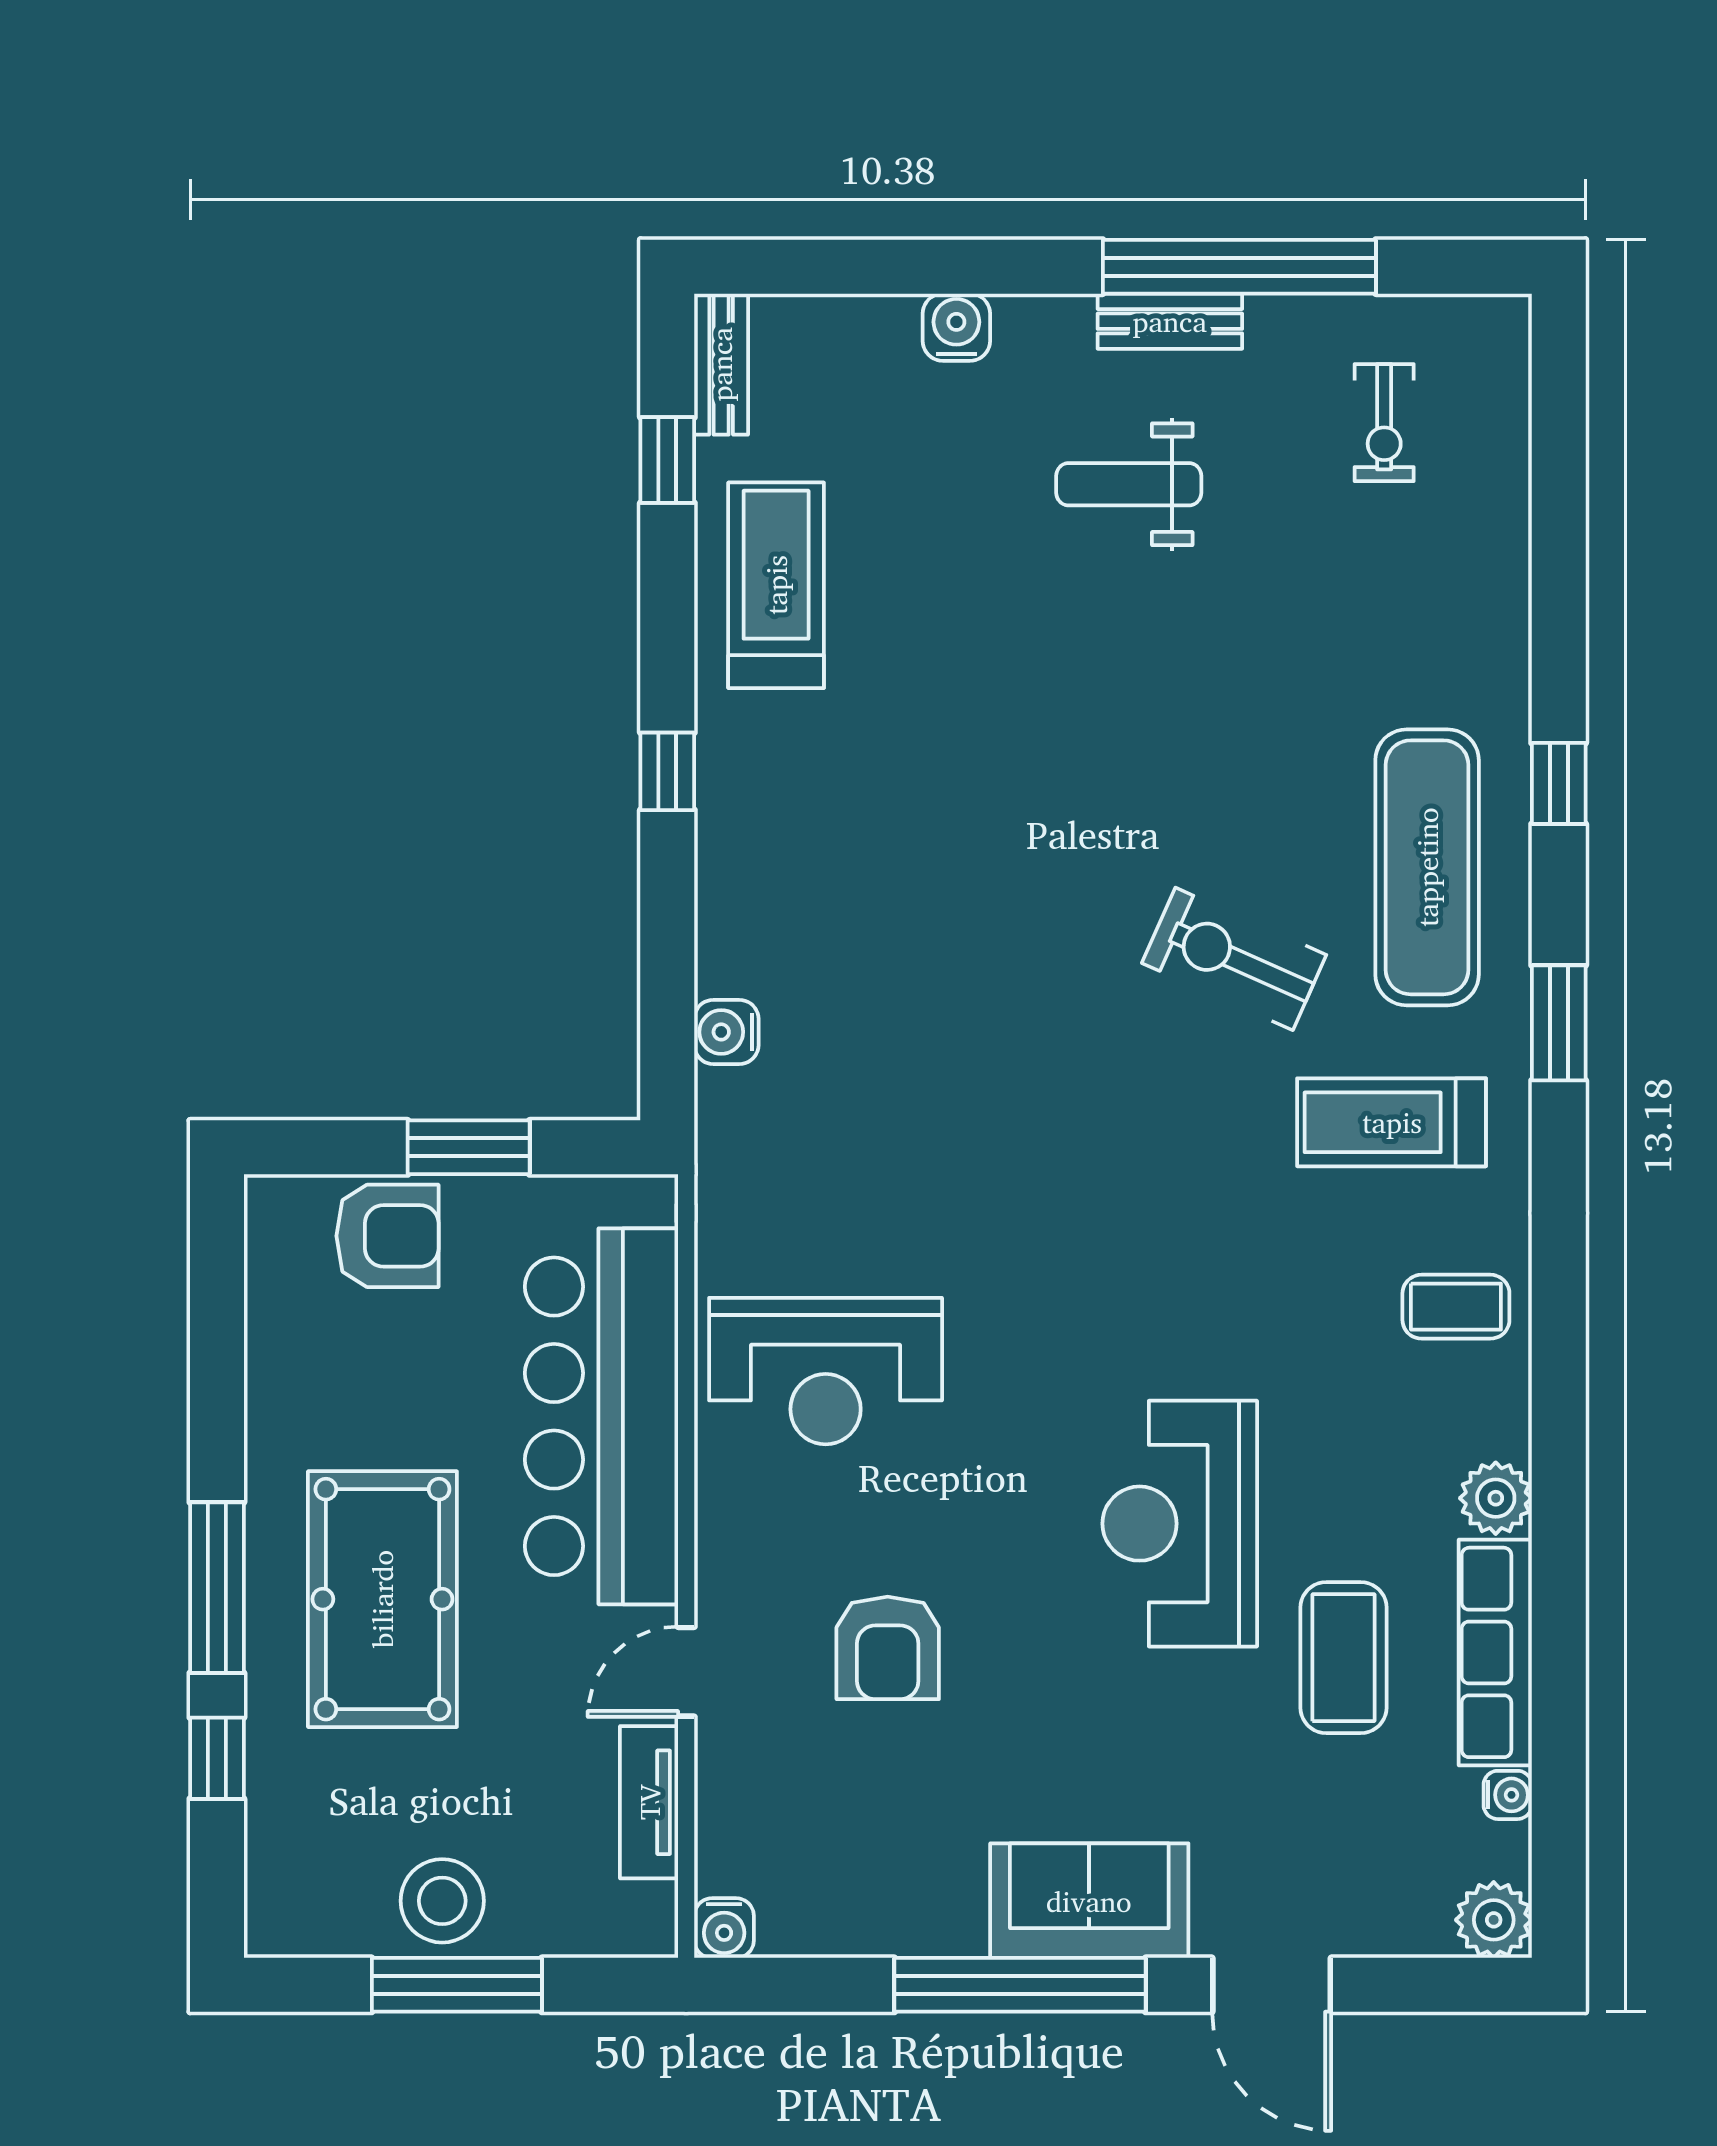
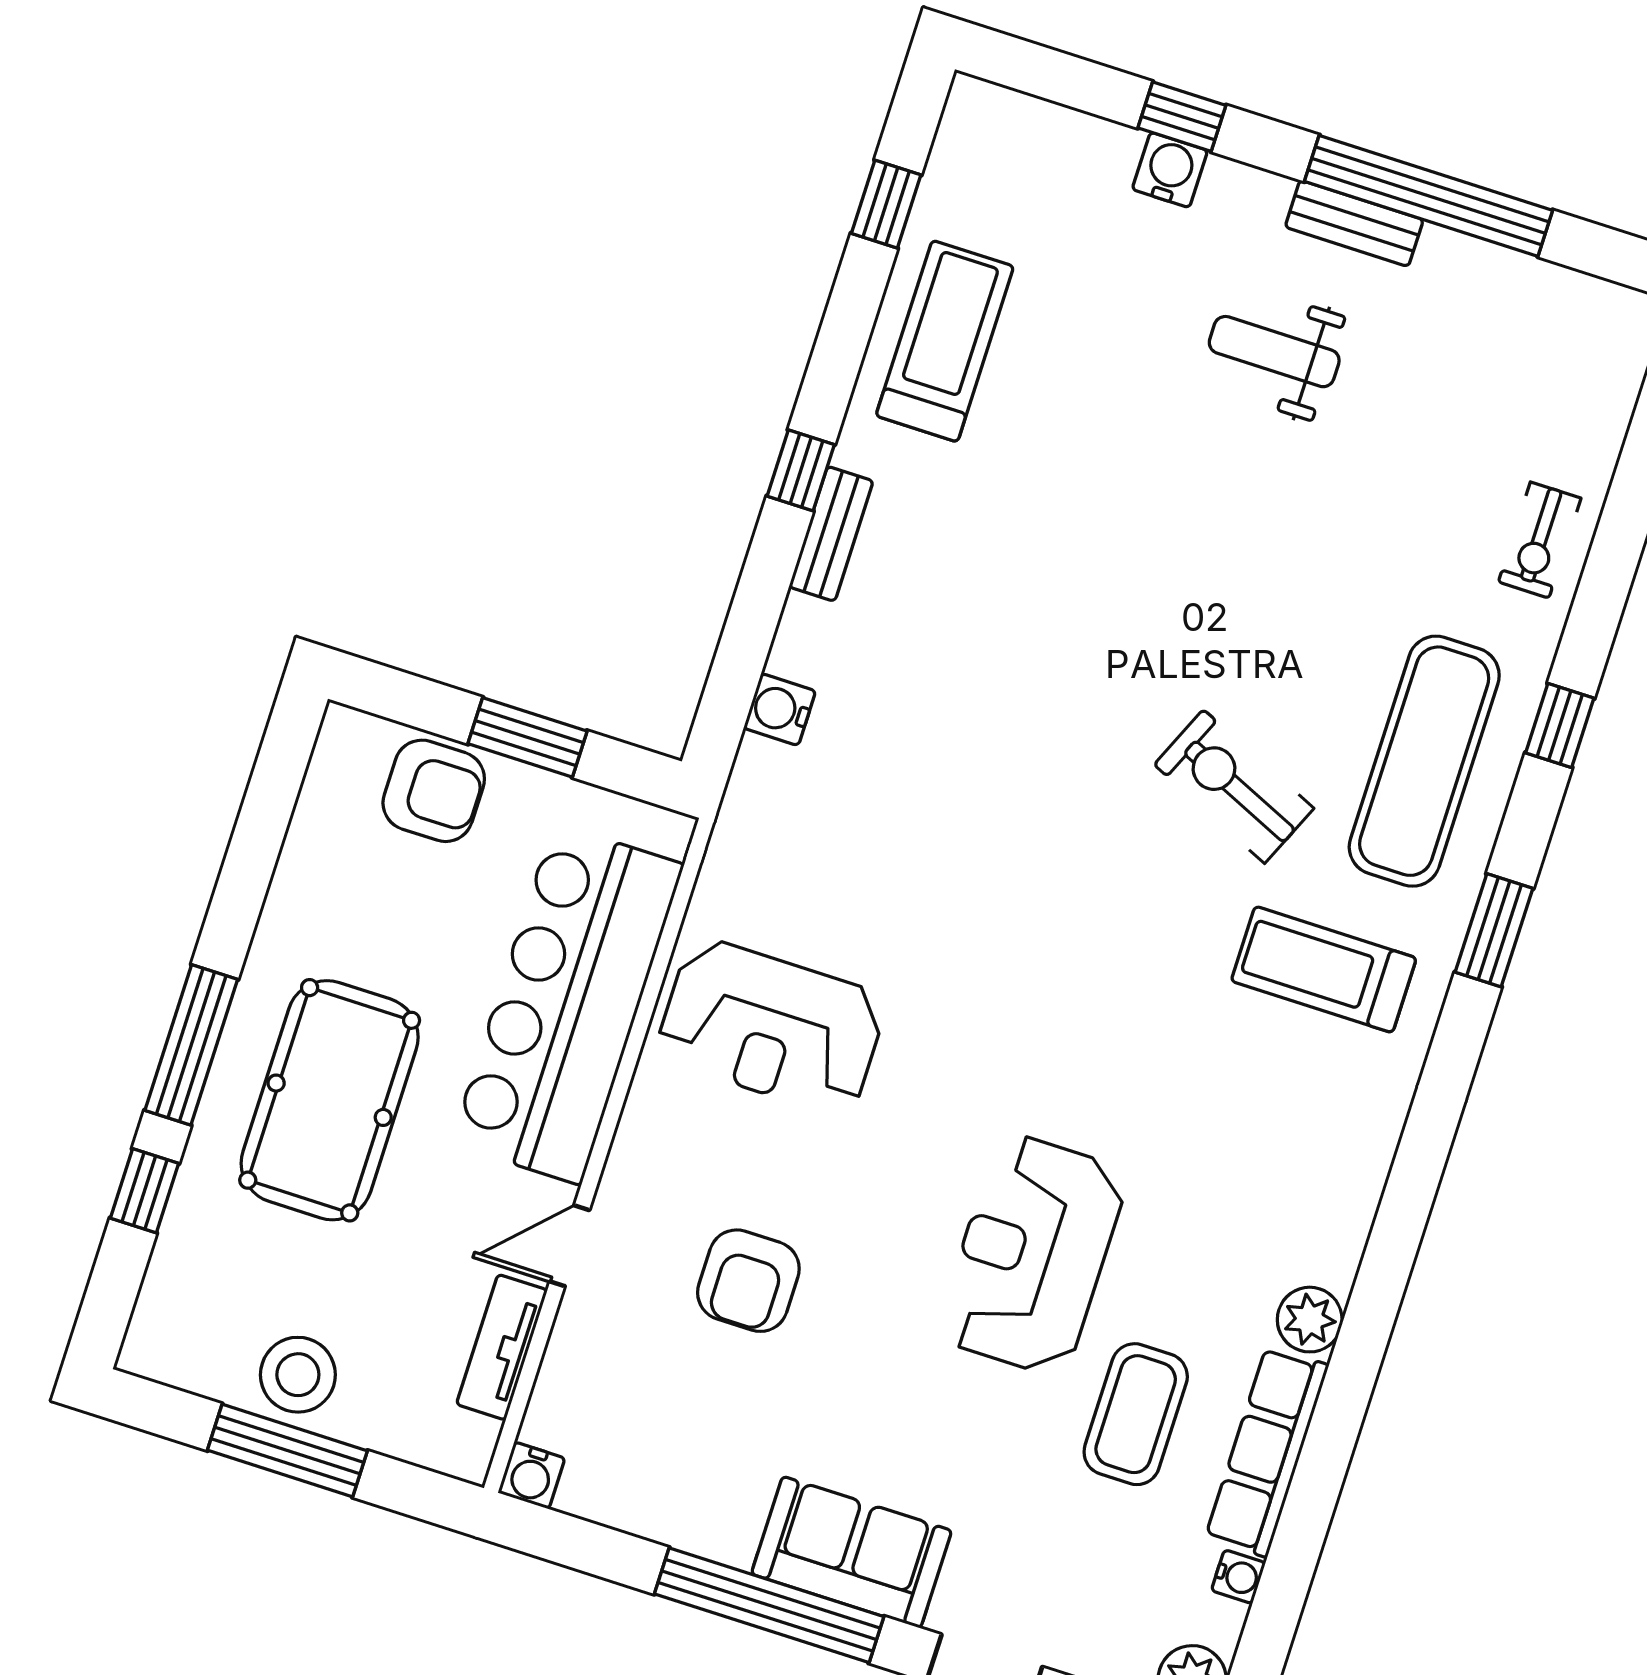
window: (951, 267) -> (1182, 117), added
bench: (721, 364) -> (831, 534), moved
exercise bike: (1384, 423) -> (1540, 540), moved
coffee table: (1456, 1307) -> (1328, 1145), removed

